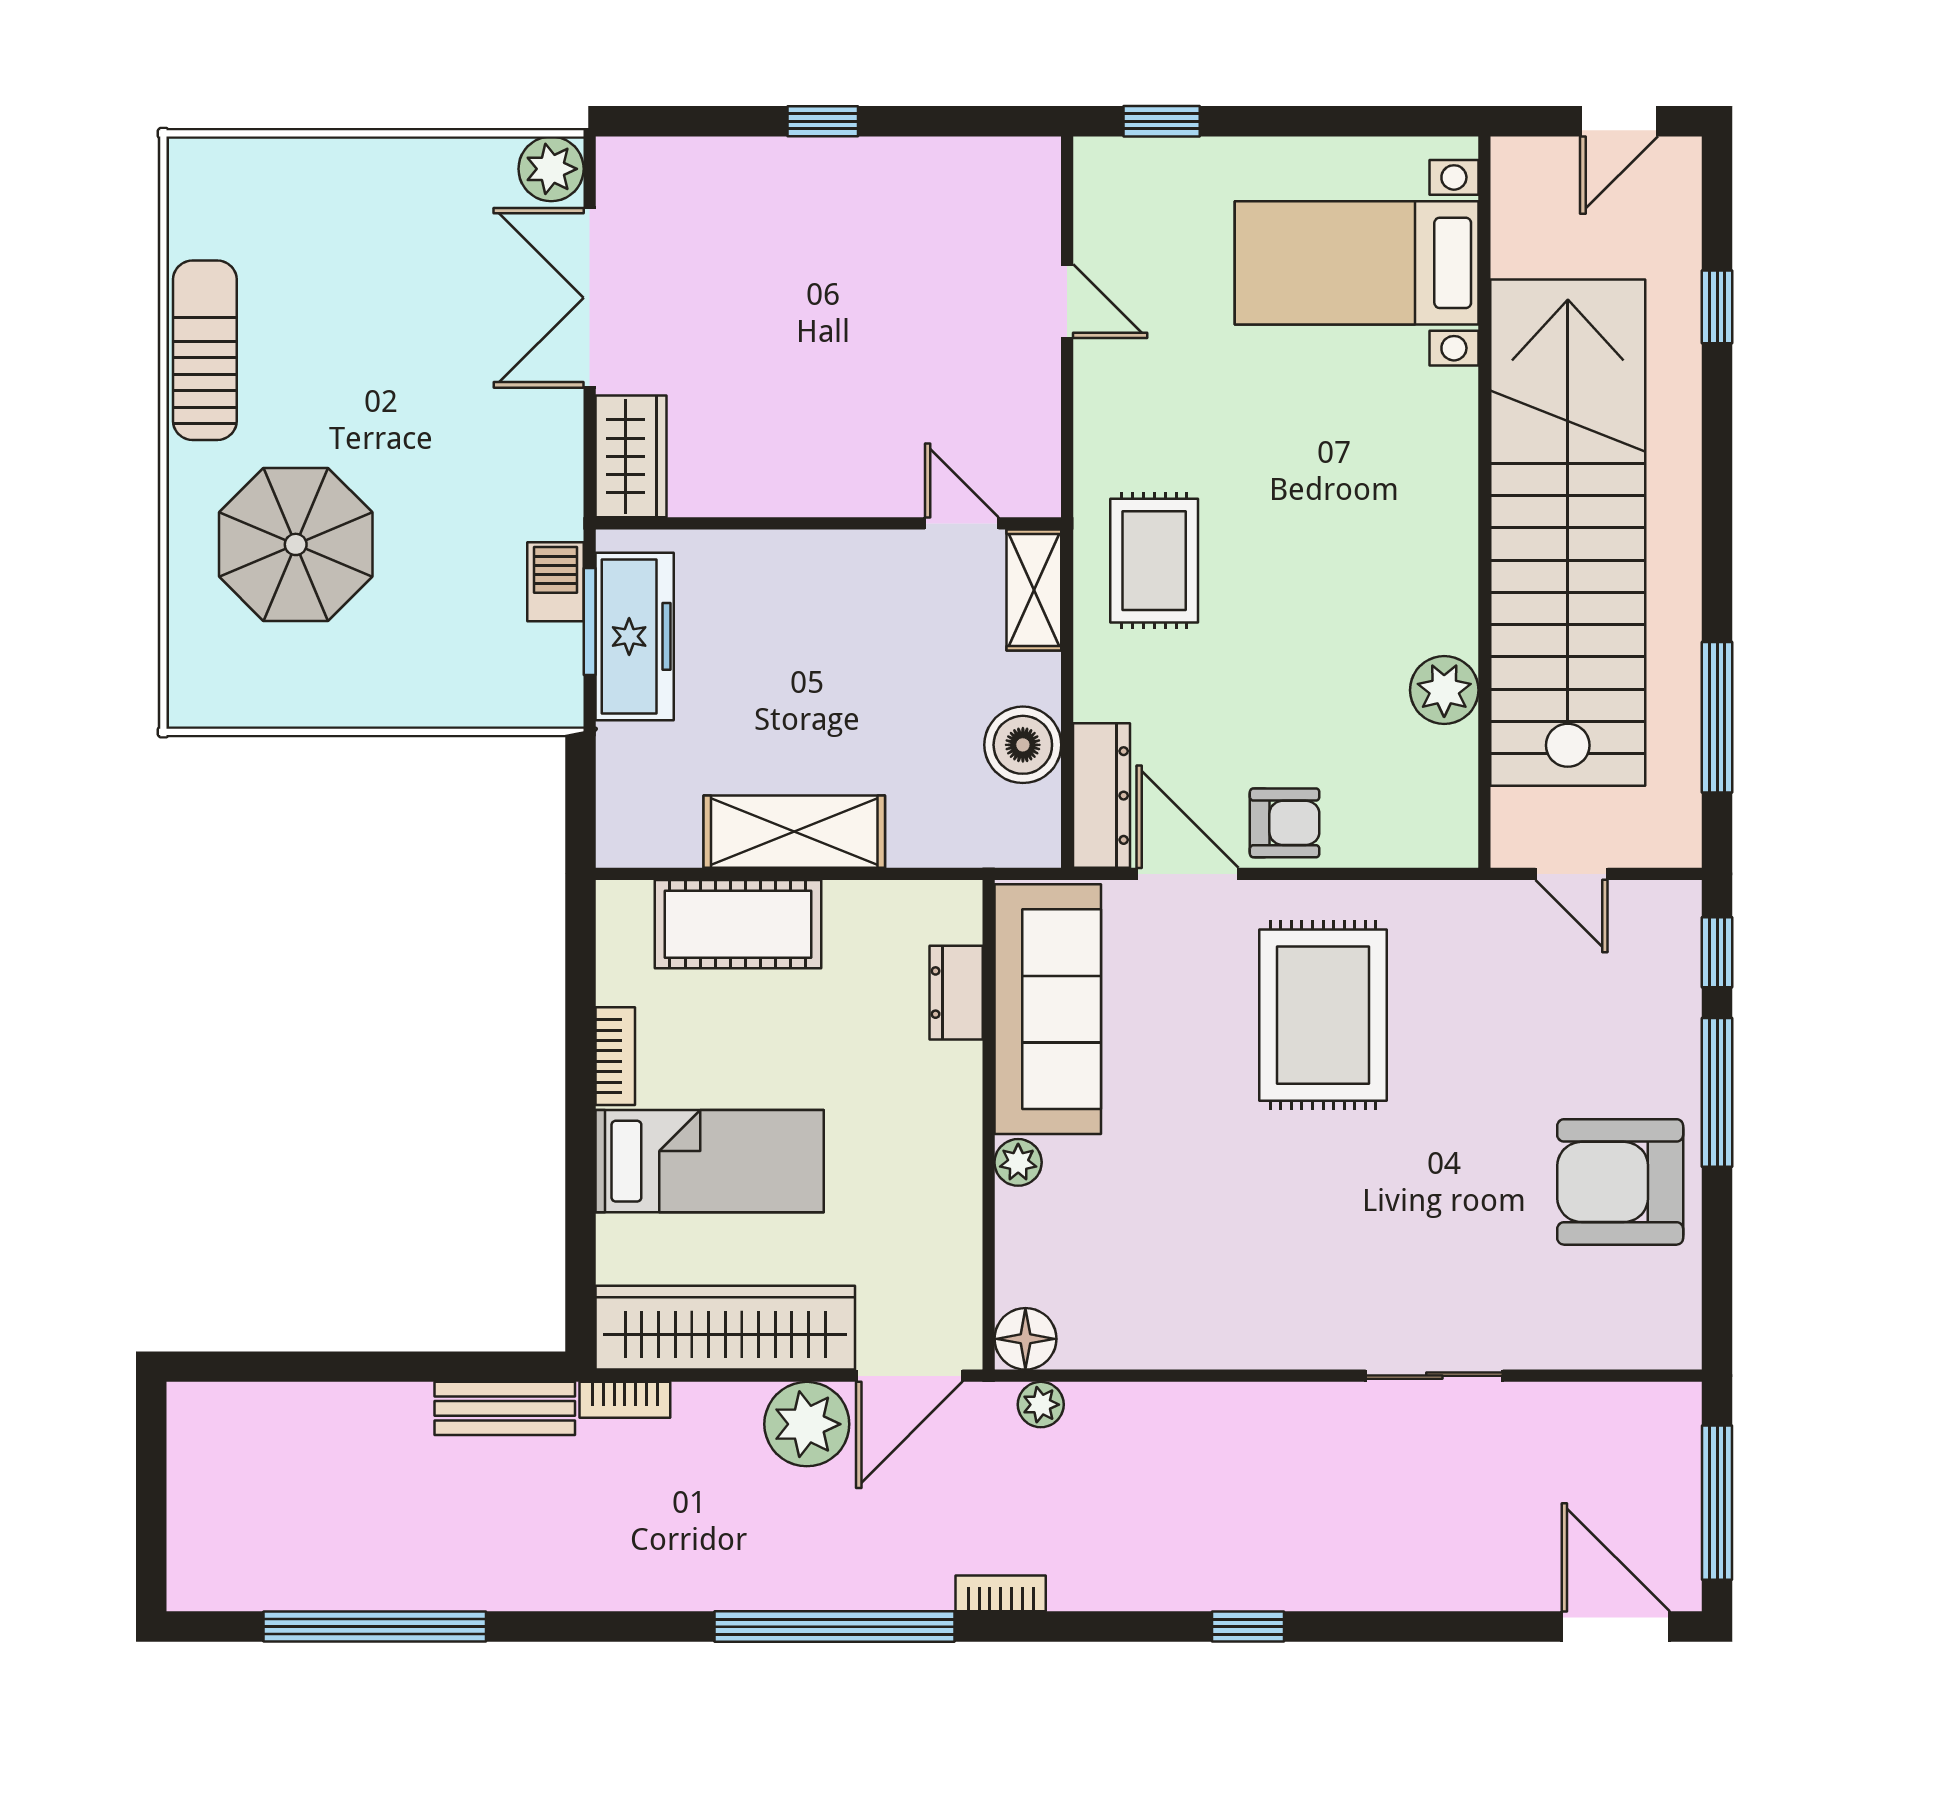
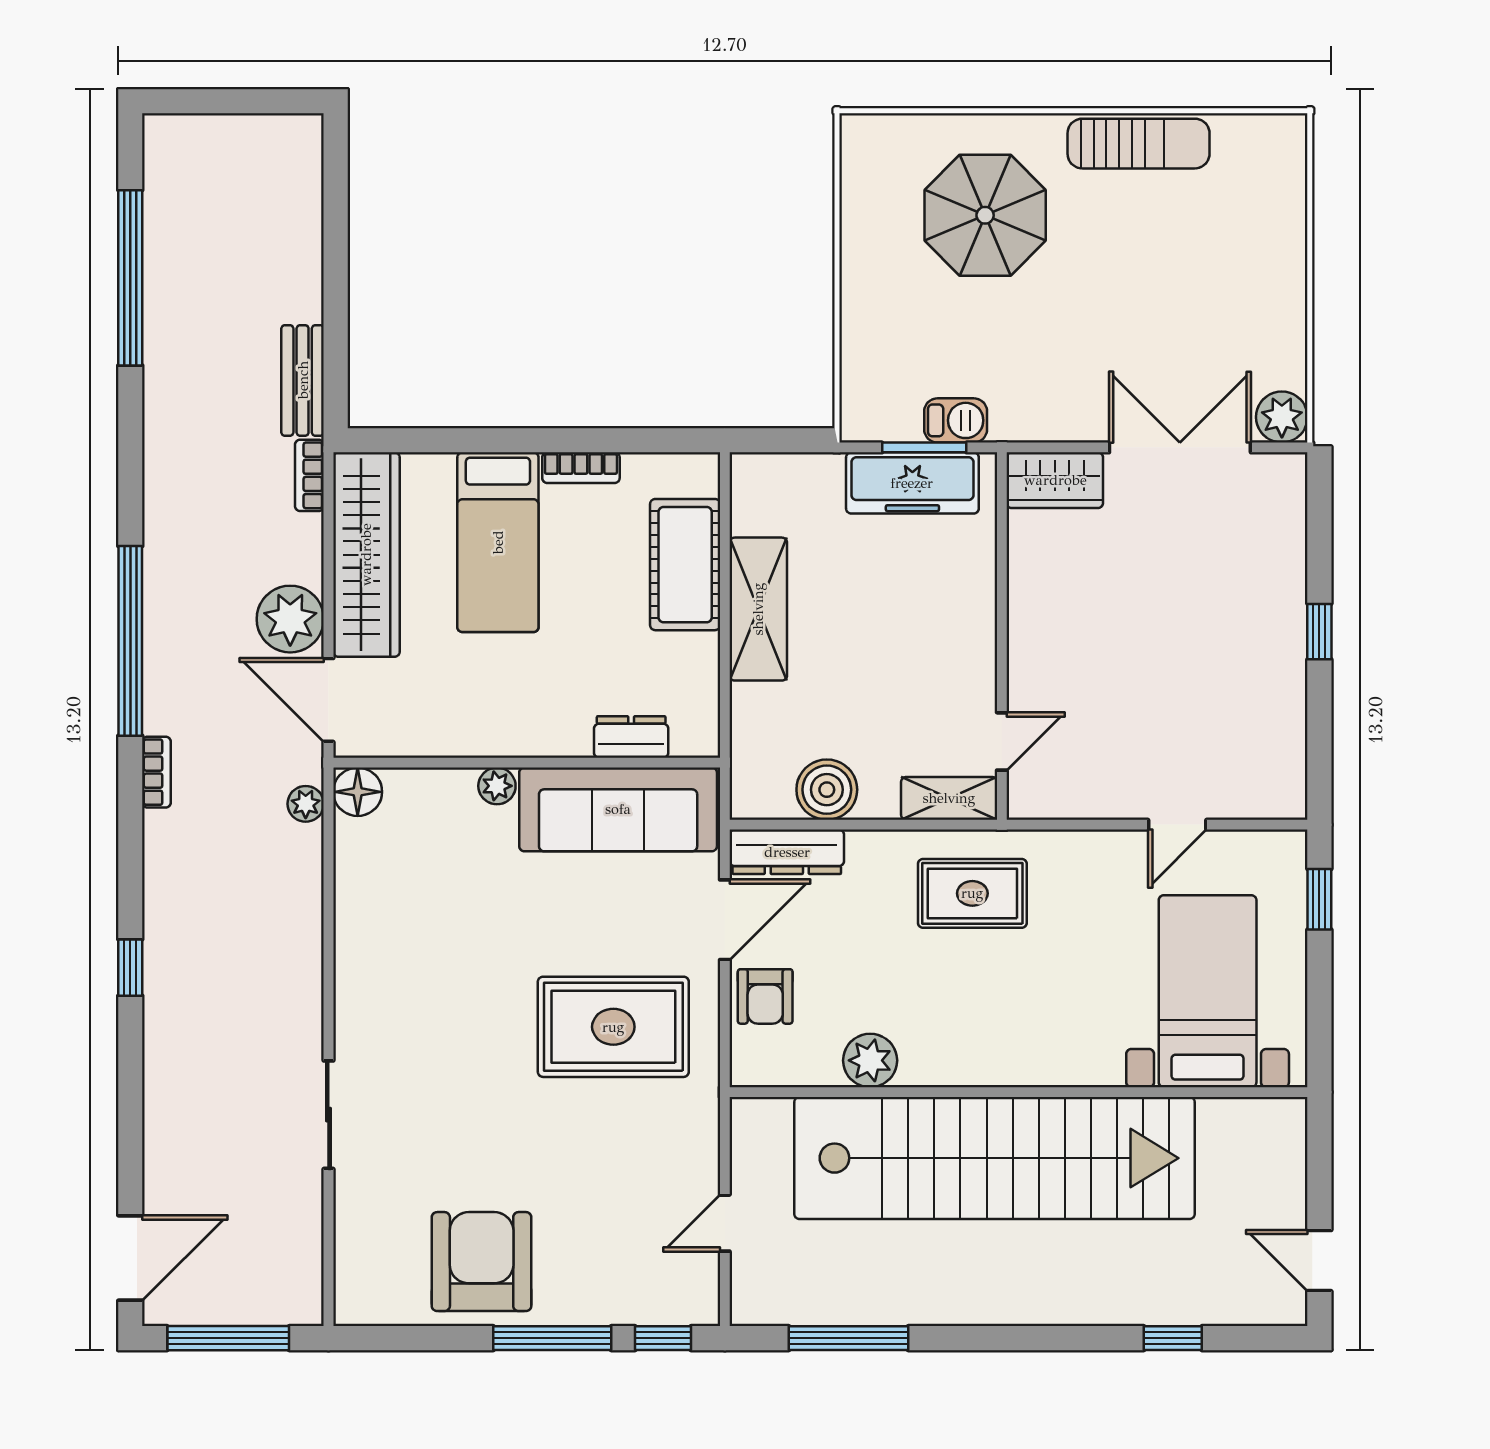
bed with nightstands: (1357, 263) -> (1208, 991), moved
wall: (1484, 502) -> (1019, 1092), moved
stairs: (1568, 533) -> (995, 1158), moved
plant: (1444, 690) -> (870, 1060), moved

